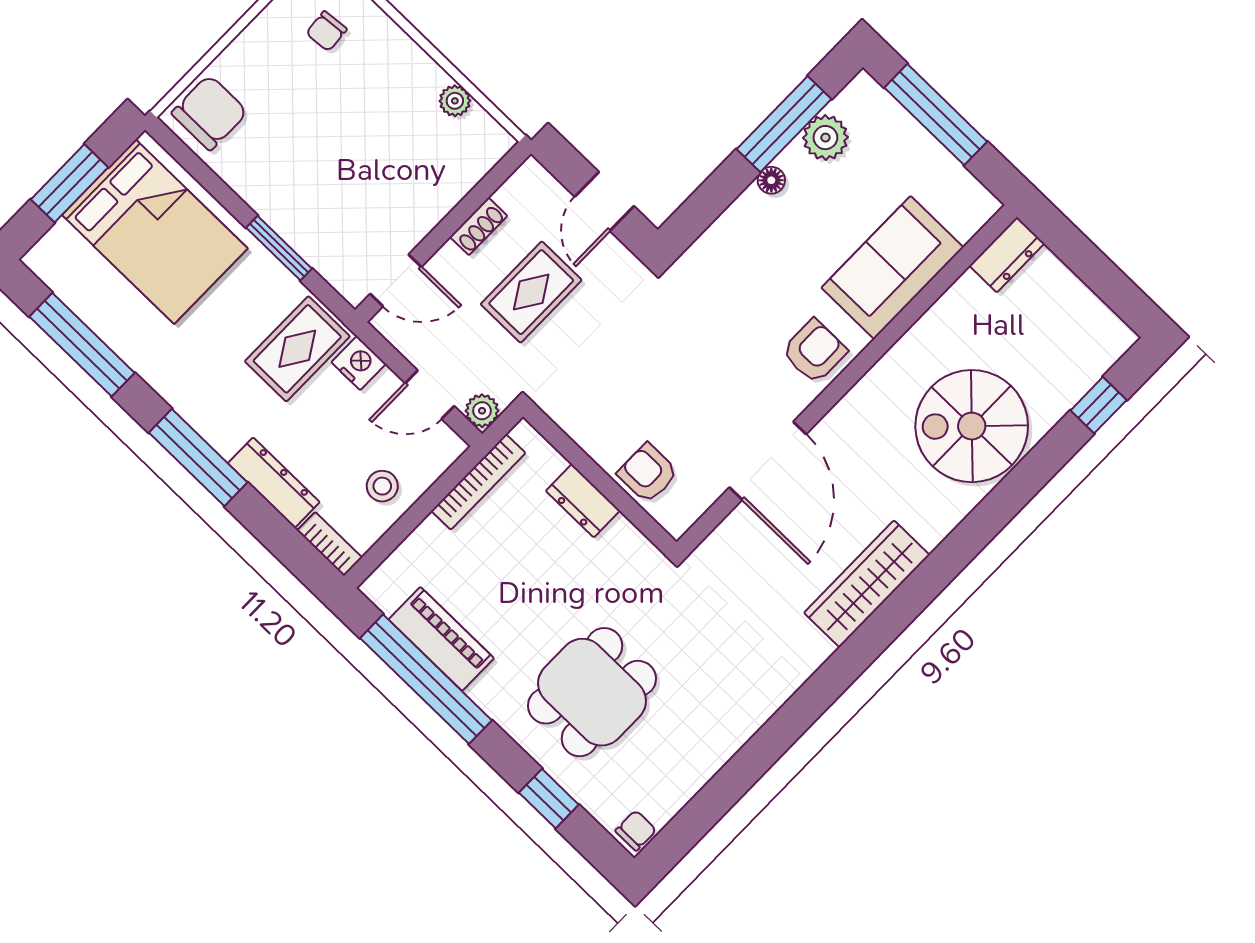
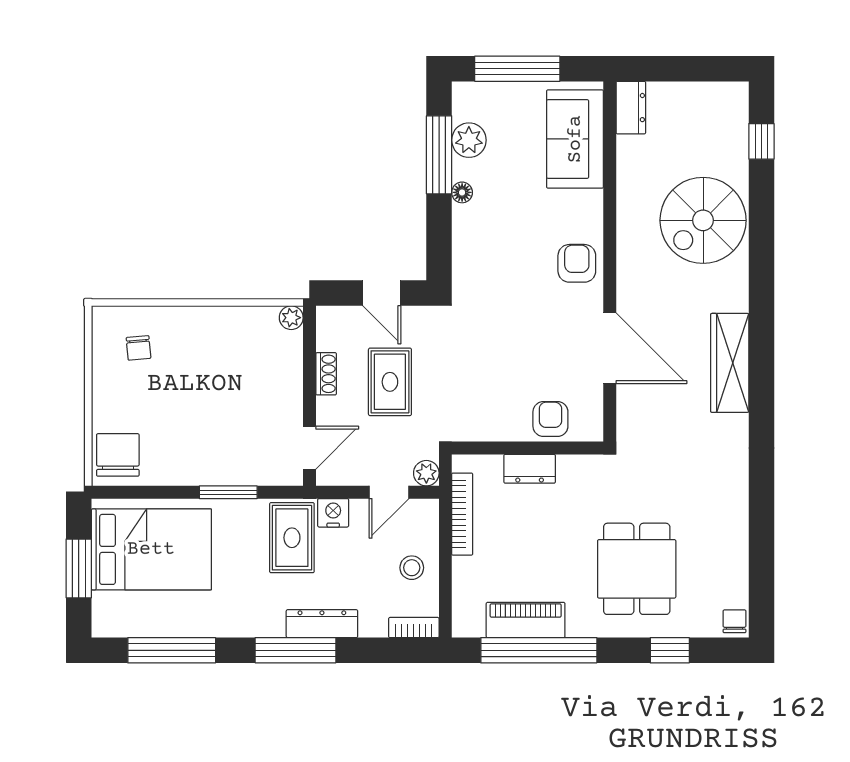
plant: (455, 101) -> (291, 318), moved
sofa: (892, 268) -> (575, 139), moved
armchair: (648, 473) -> (550, 419), turned 90
dresser: (274, 483) -> (322, 624), moved

